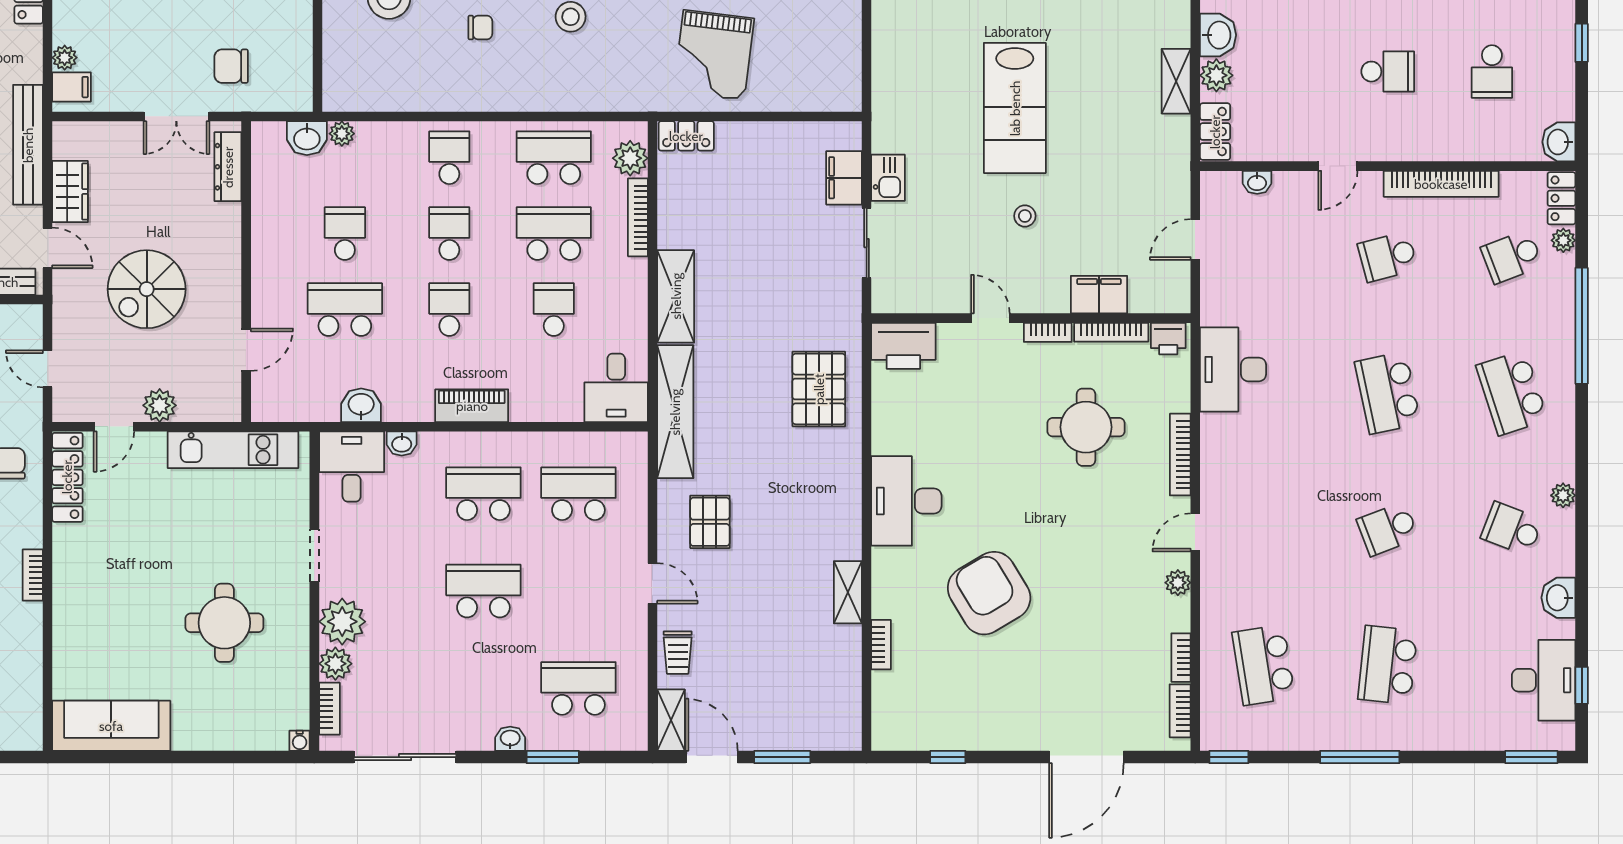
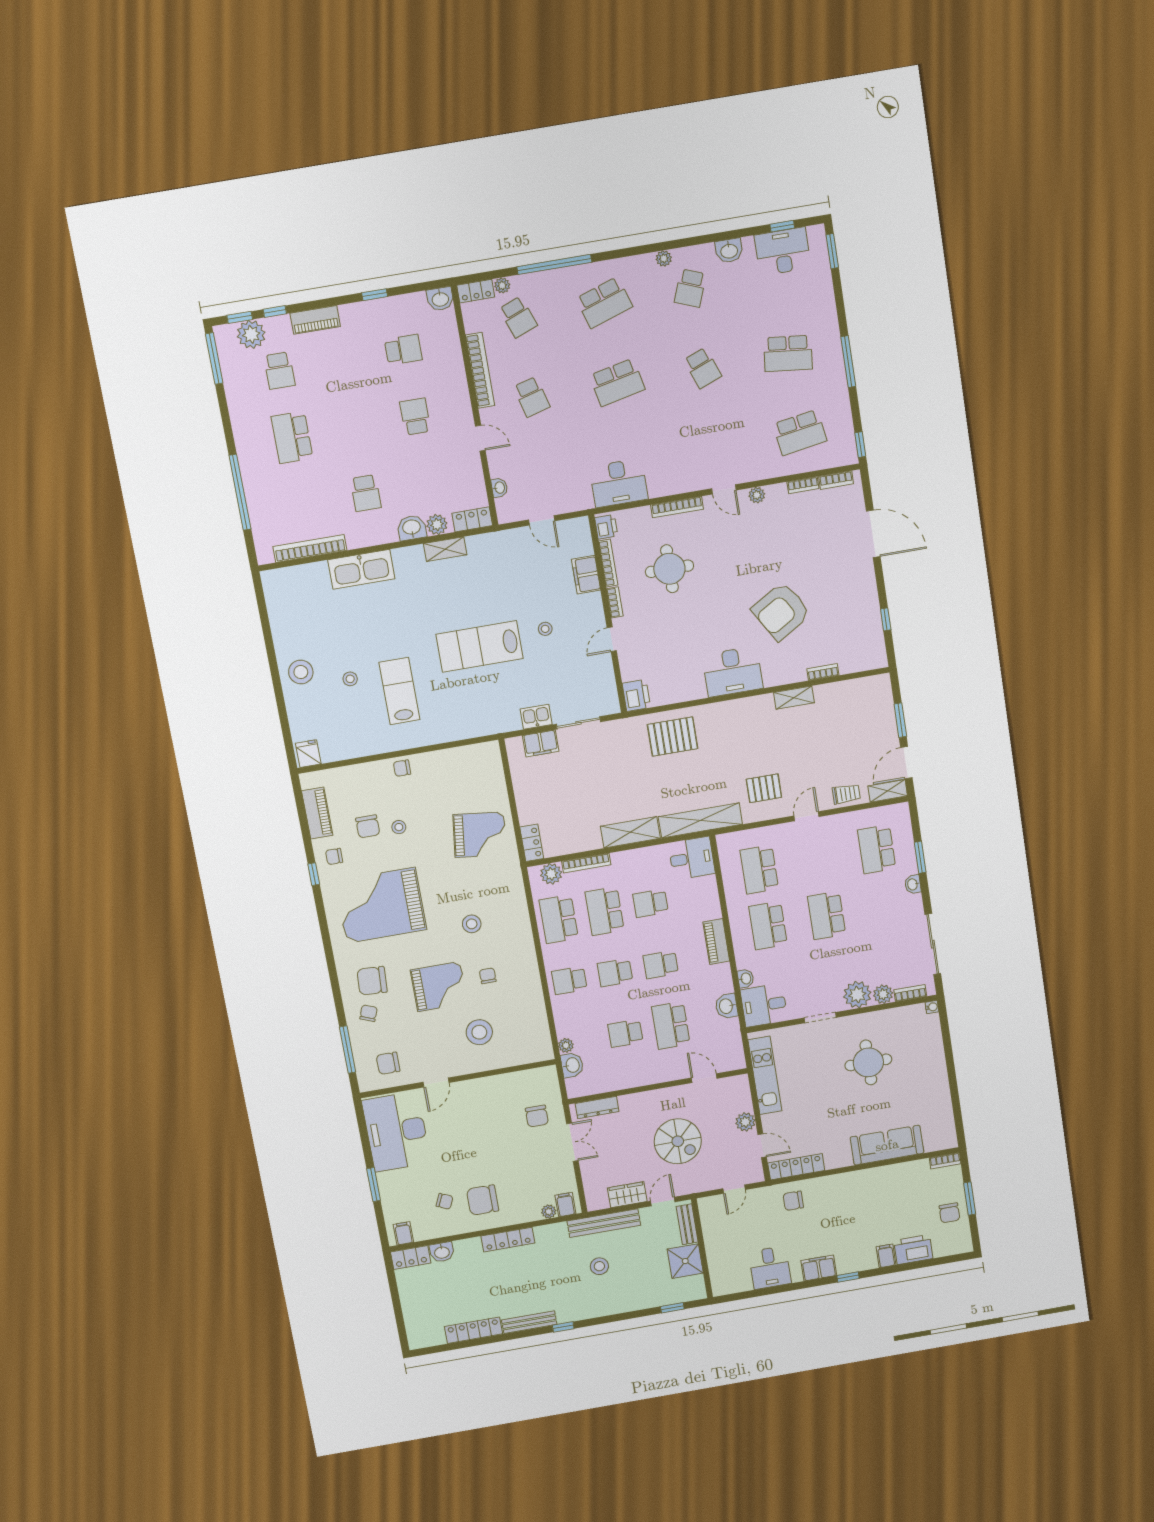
lab bench: (1015, 108) -> (479, 646), turned 180
printer: (903, 346) -> (636, 695), width x0.73, depth x0.84
bookcase: (33, 575) -> (945, 1161), moved
sofa: (111, 726) -> (887, 1145), moved, turned 90

